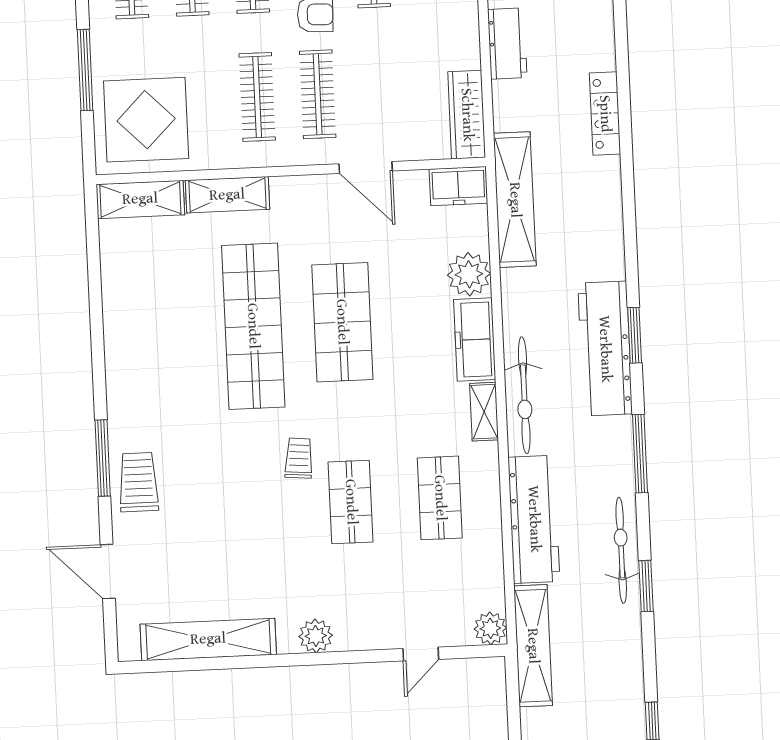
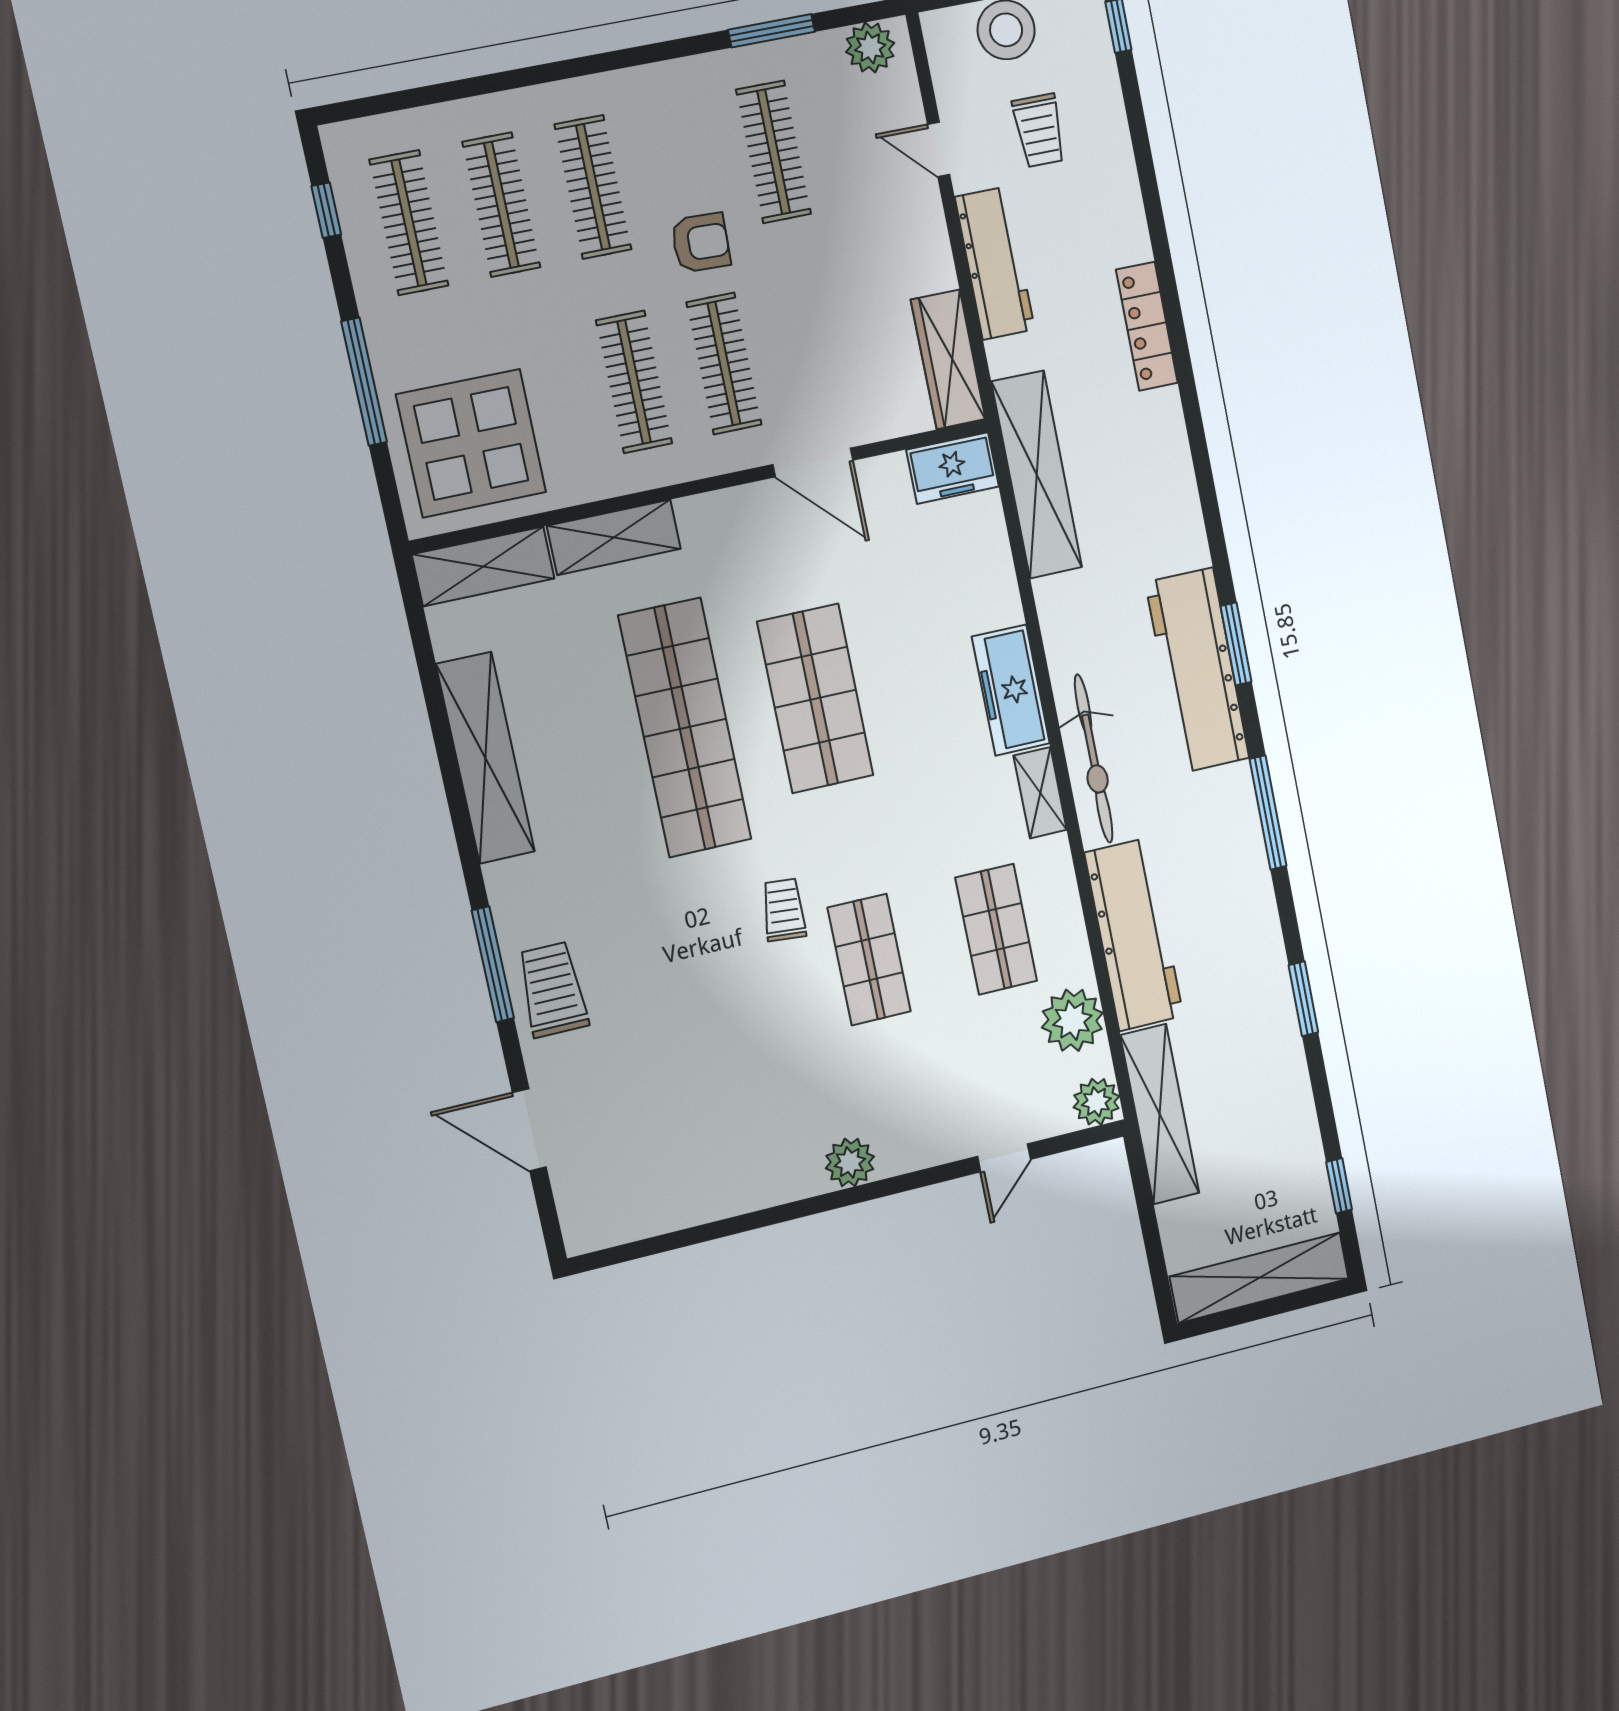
workbench: (507, 44) -> (995, 263), width x1.38
plant: (469, 274) -> (1072, 1020), moved
bicycle: (621, 550) -> (1262, 955), removed
shelving: (208, 639) -> (485, 758), moved, turned 90

